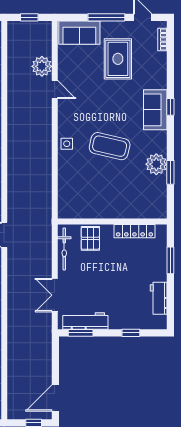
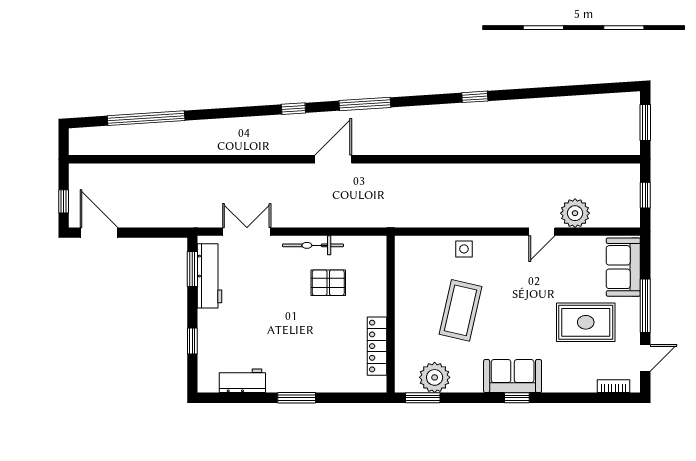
wall: (112, 221) -> (391, 314), moved
locker: (134, 231) -> (377, 346), moved

